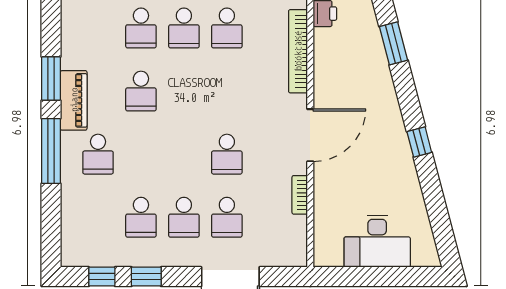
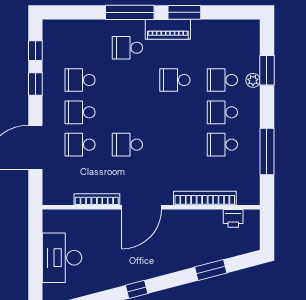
door: (310, 135) -> (142, 207), hinge flipped
bookcase: (300, 195) -> (97, 199), width x1.56

